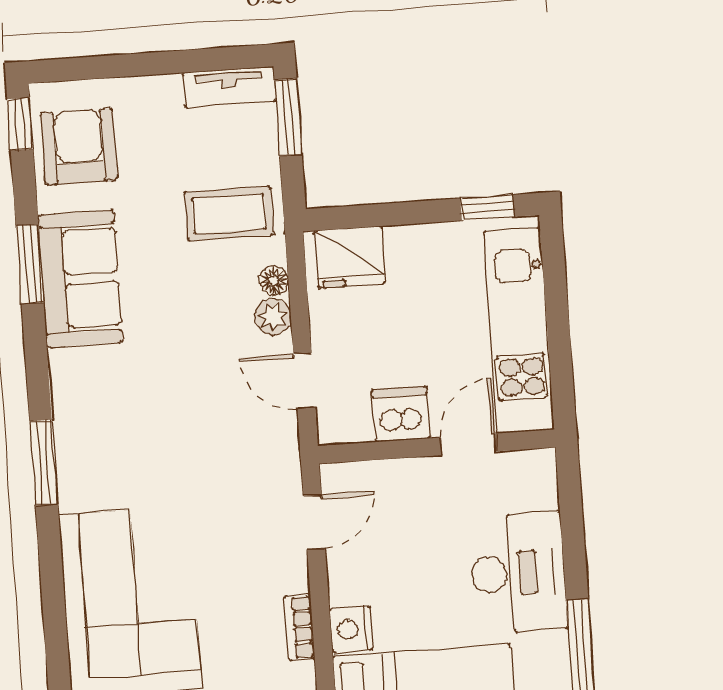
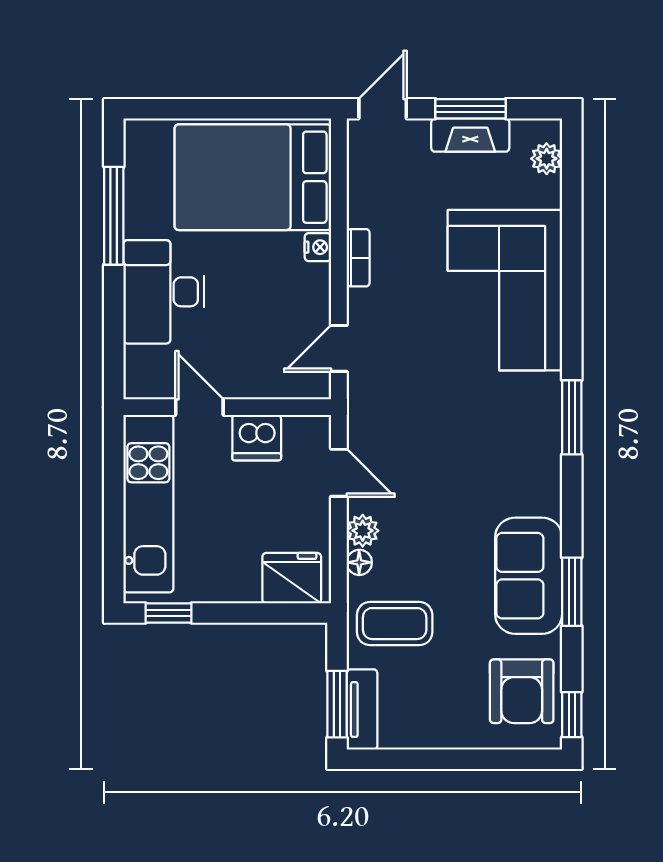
tv unit: (229, 87) -> (362, 710), moved, turned 90
door: (468, 444) -> (199, 407), swing flipped
nightstand: (351, 629) -> (318, 247), width x0.72, depth x0.74

